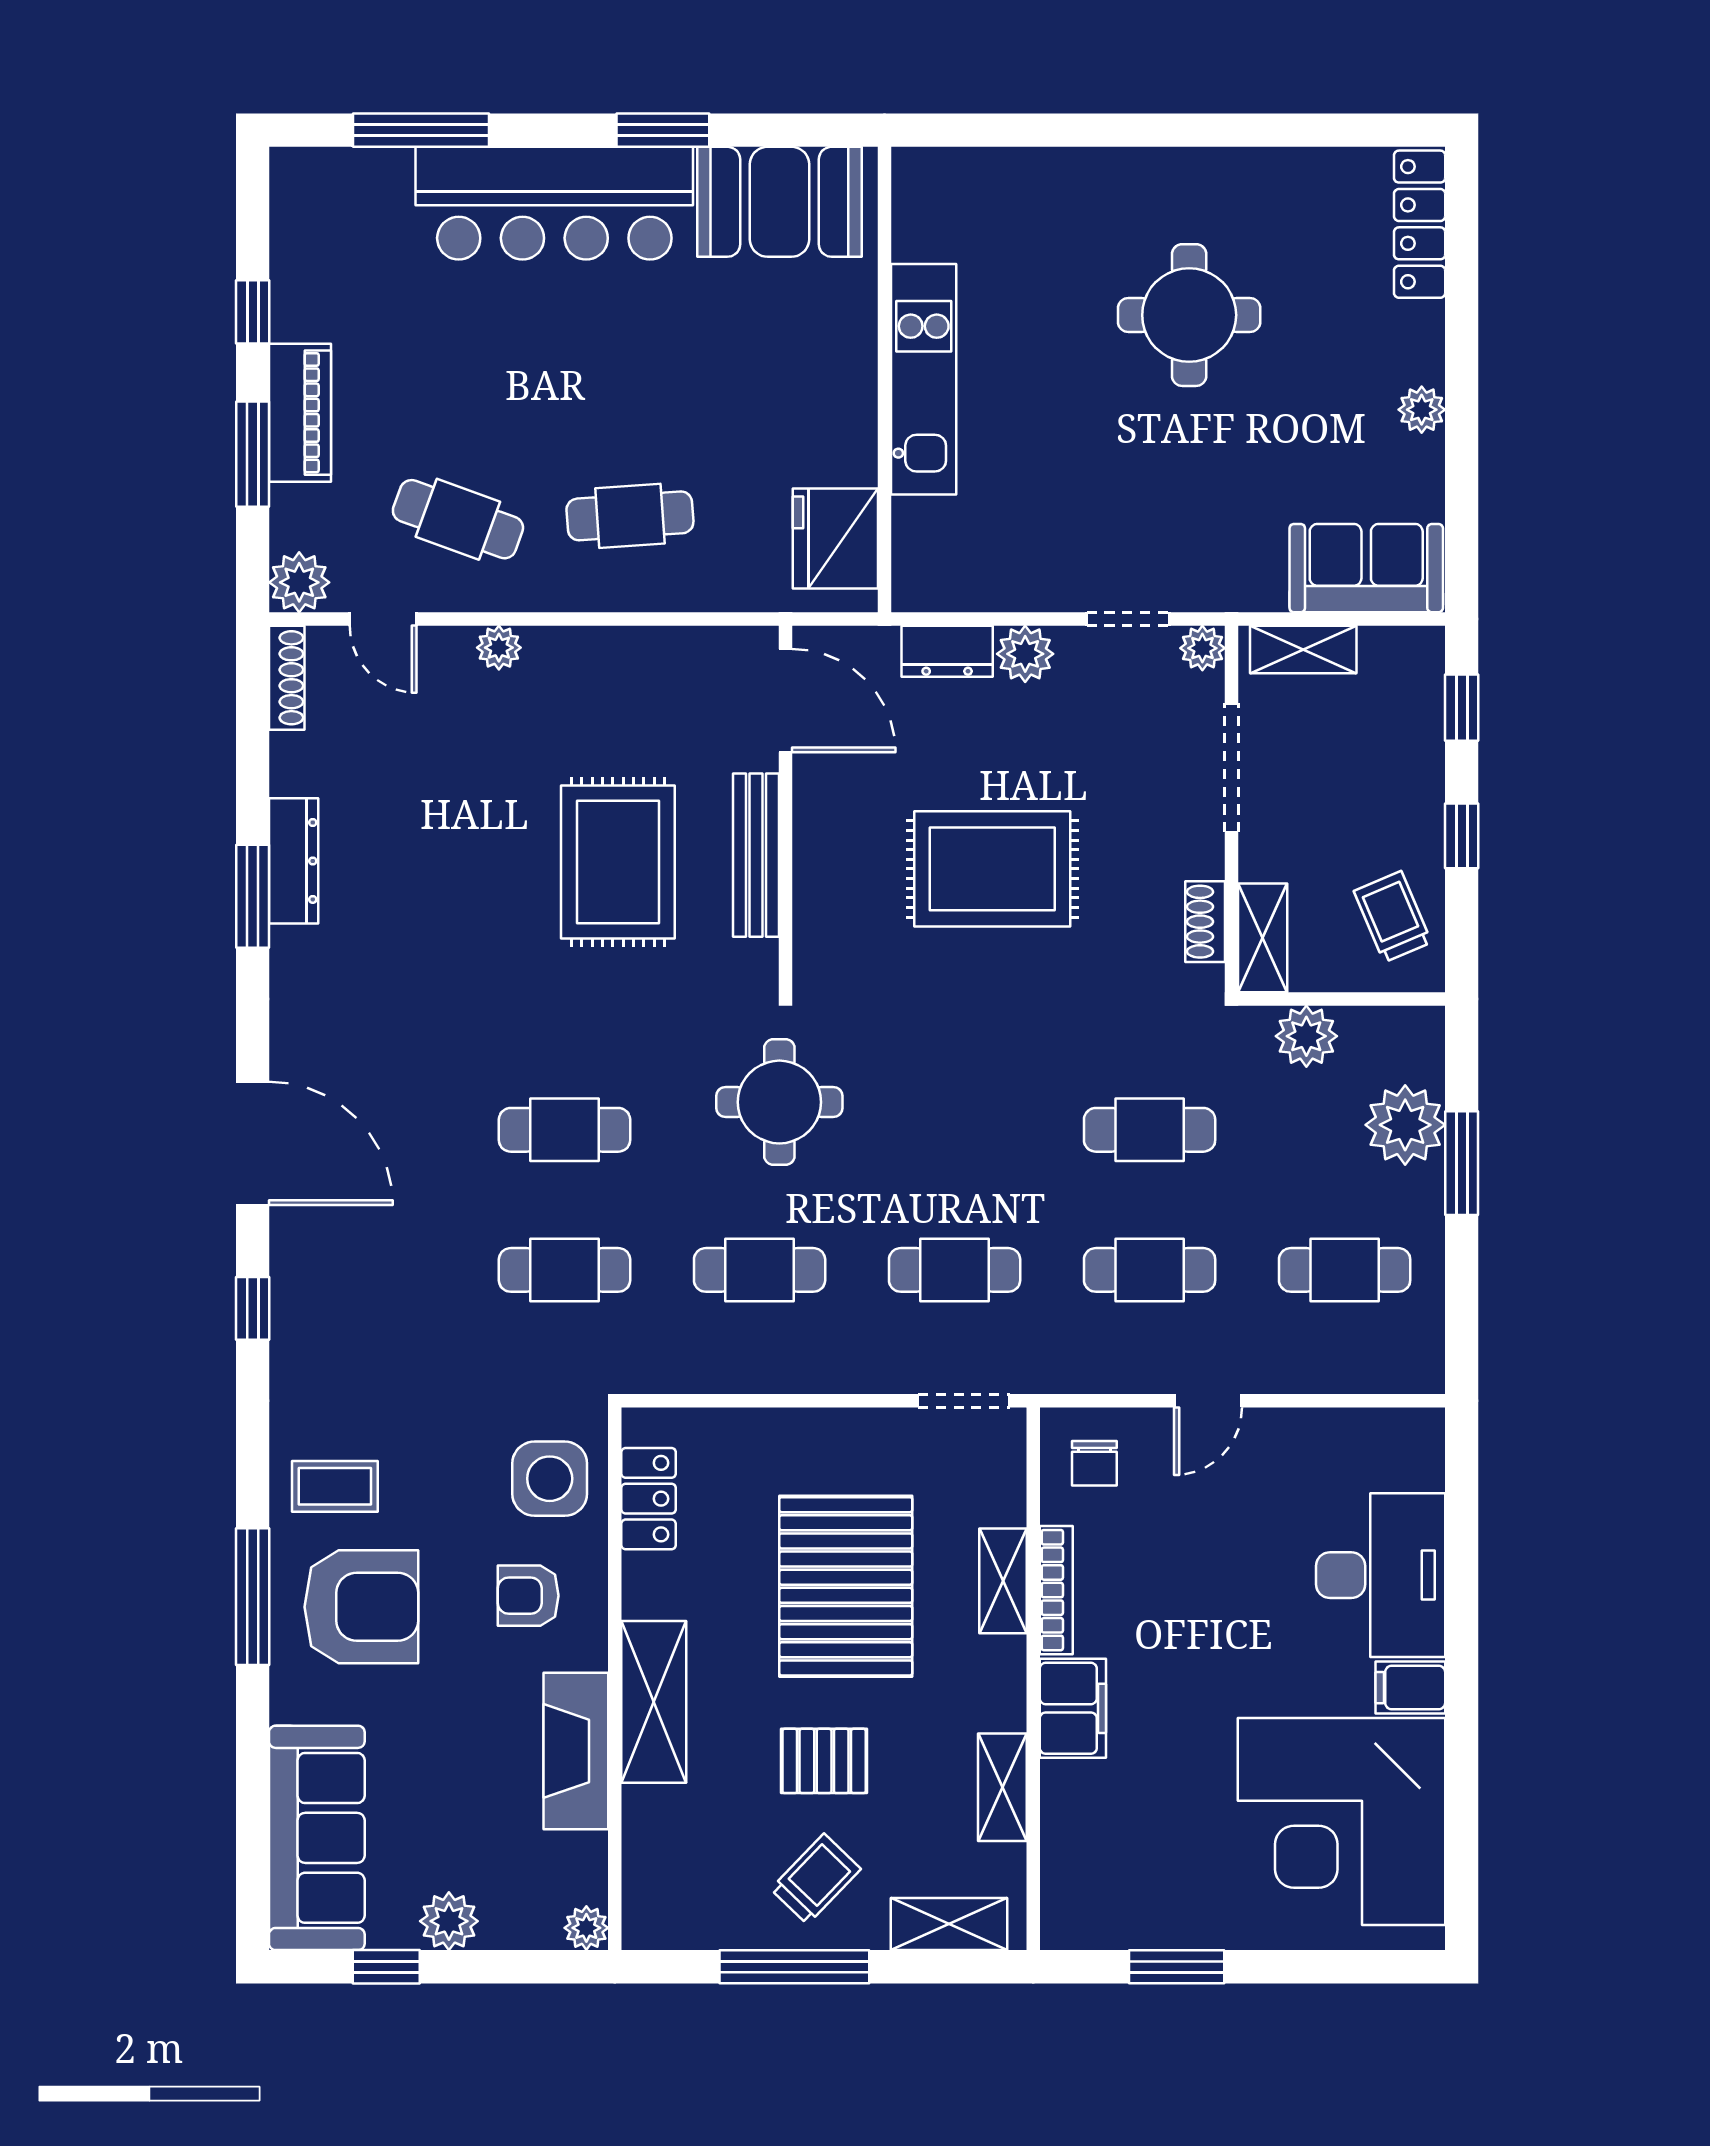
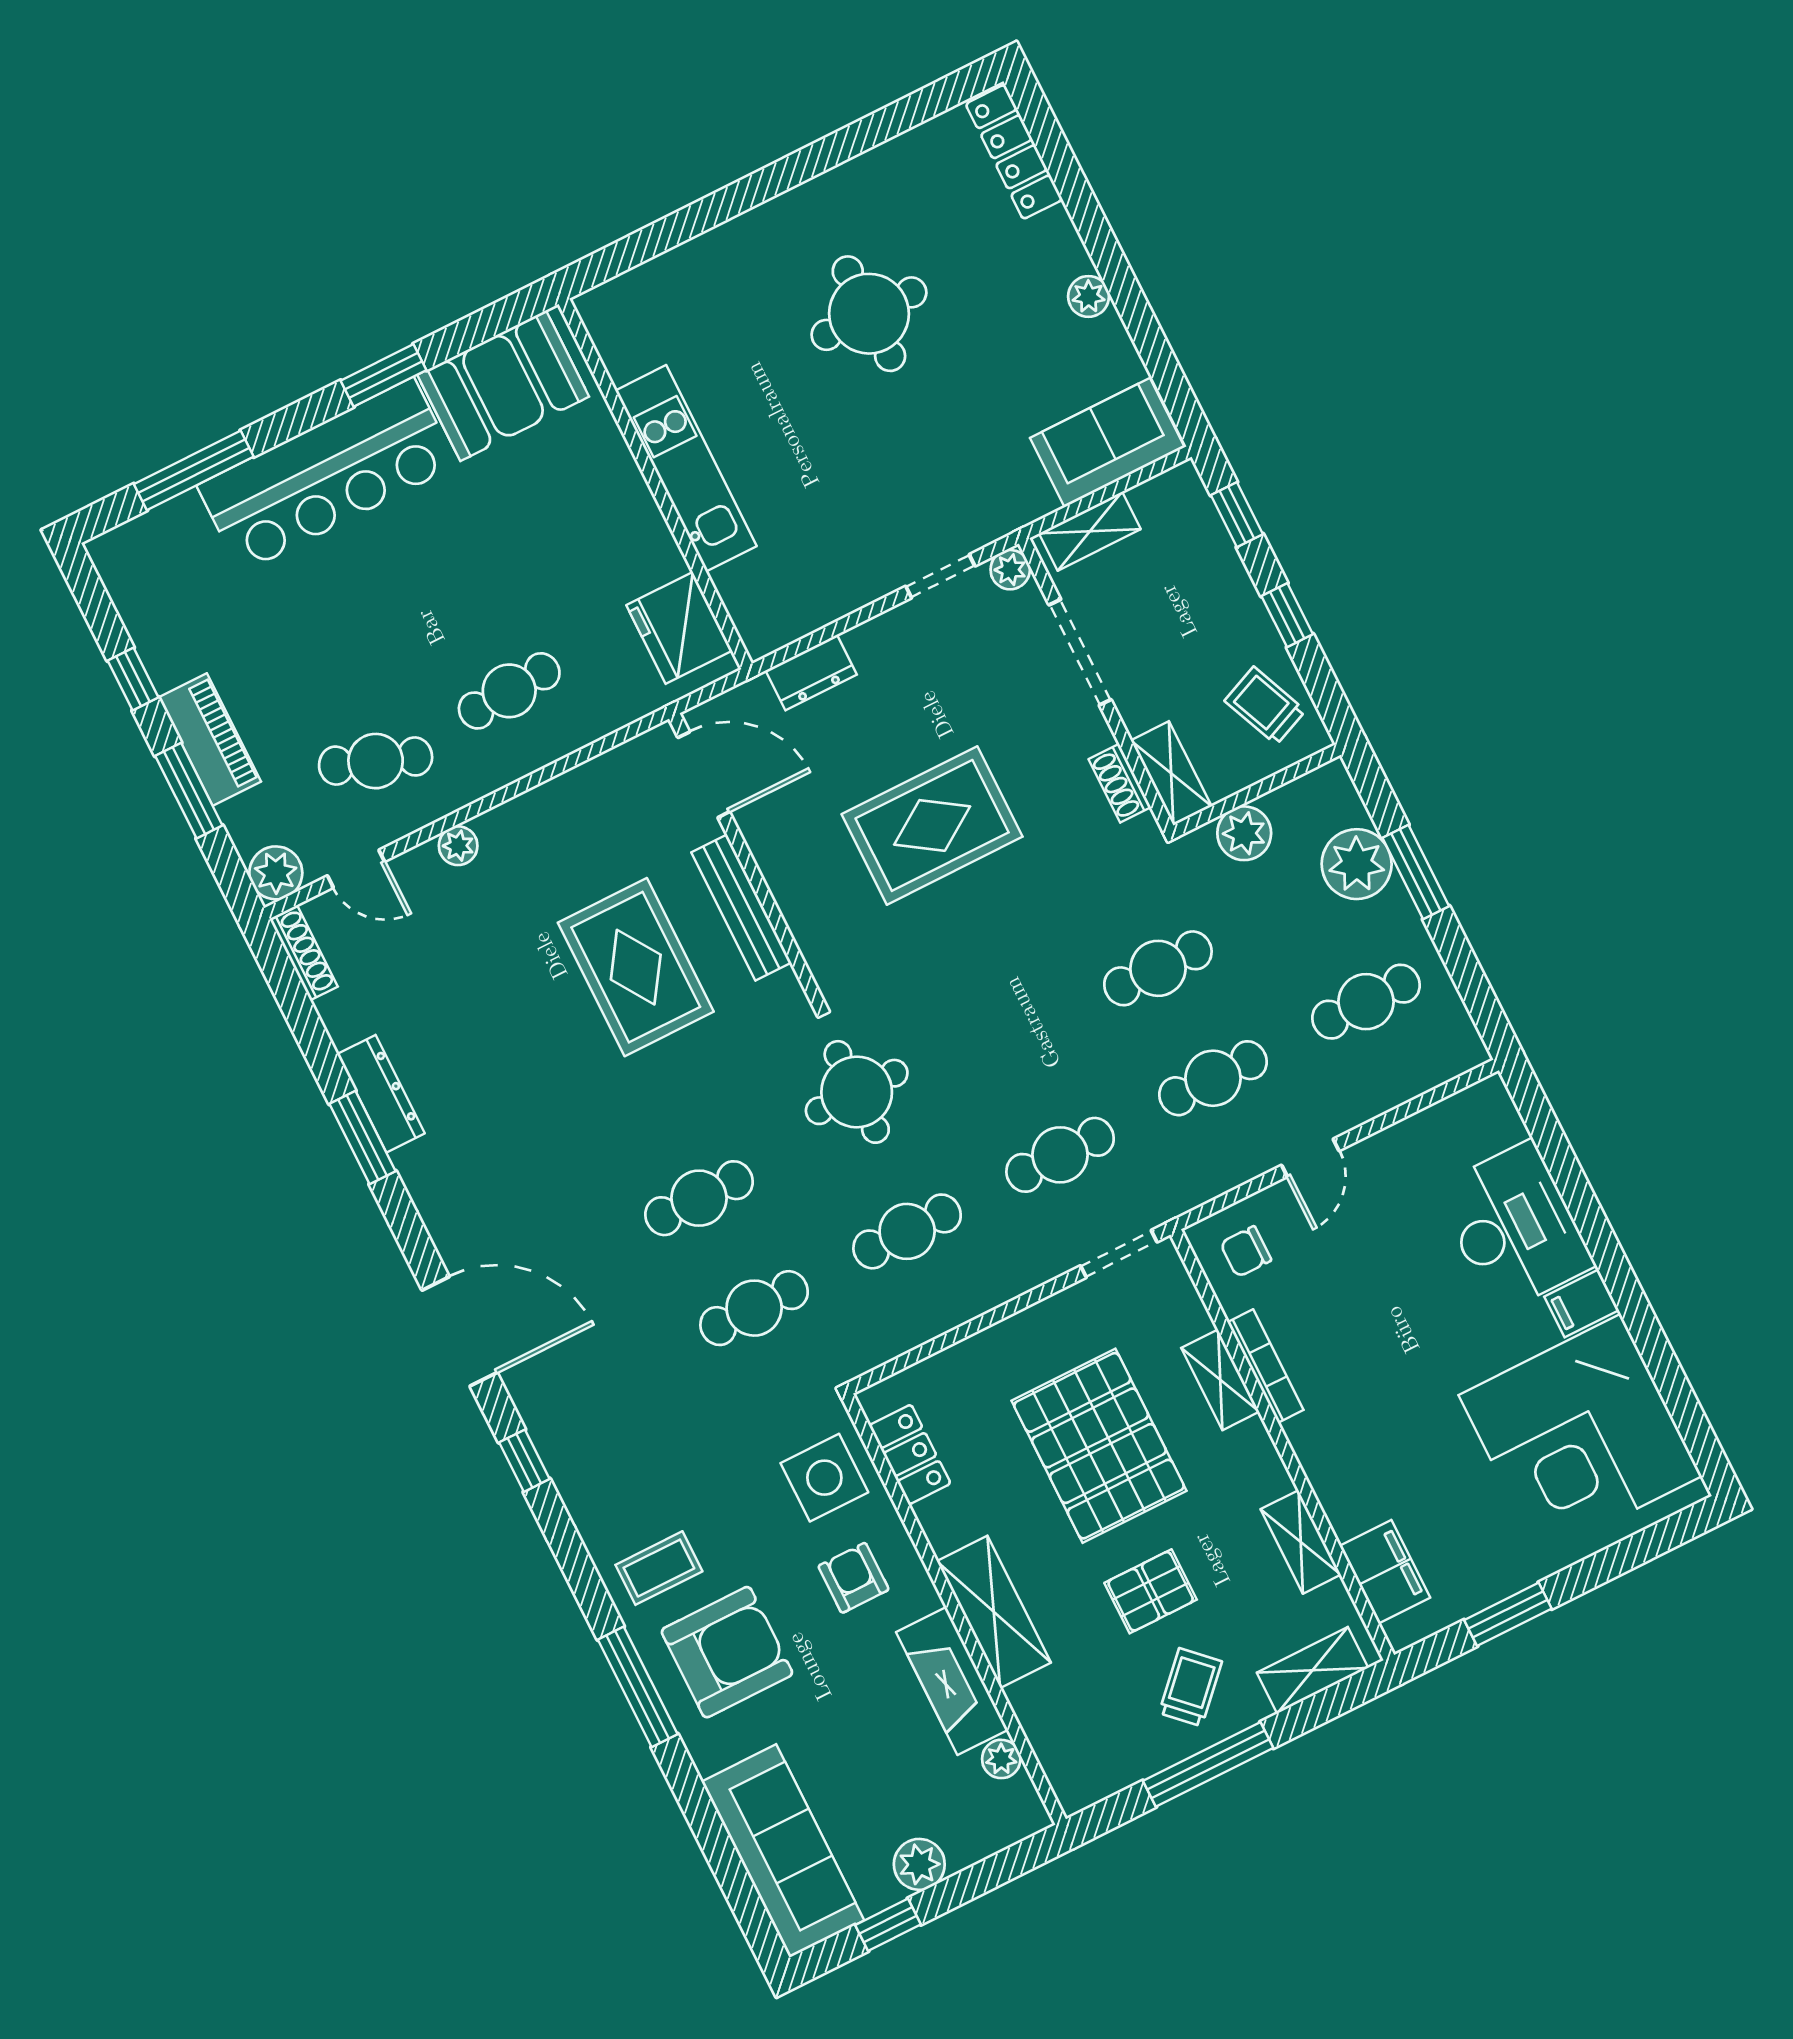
plant: (1025, 654) -> (873, 644), removed
chair: (1094, 1463) -> (1246, 1252), turned 90
armchair: (528, 1596) -> (853, 1578), turned 90
filing cabinet: (1073, 1708) -> (1385, 1572), moved
plant: (586, 1928) -> (1001, 1759), moved

